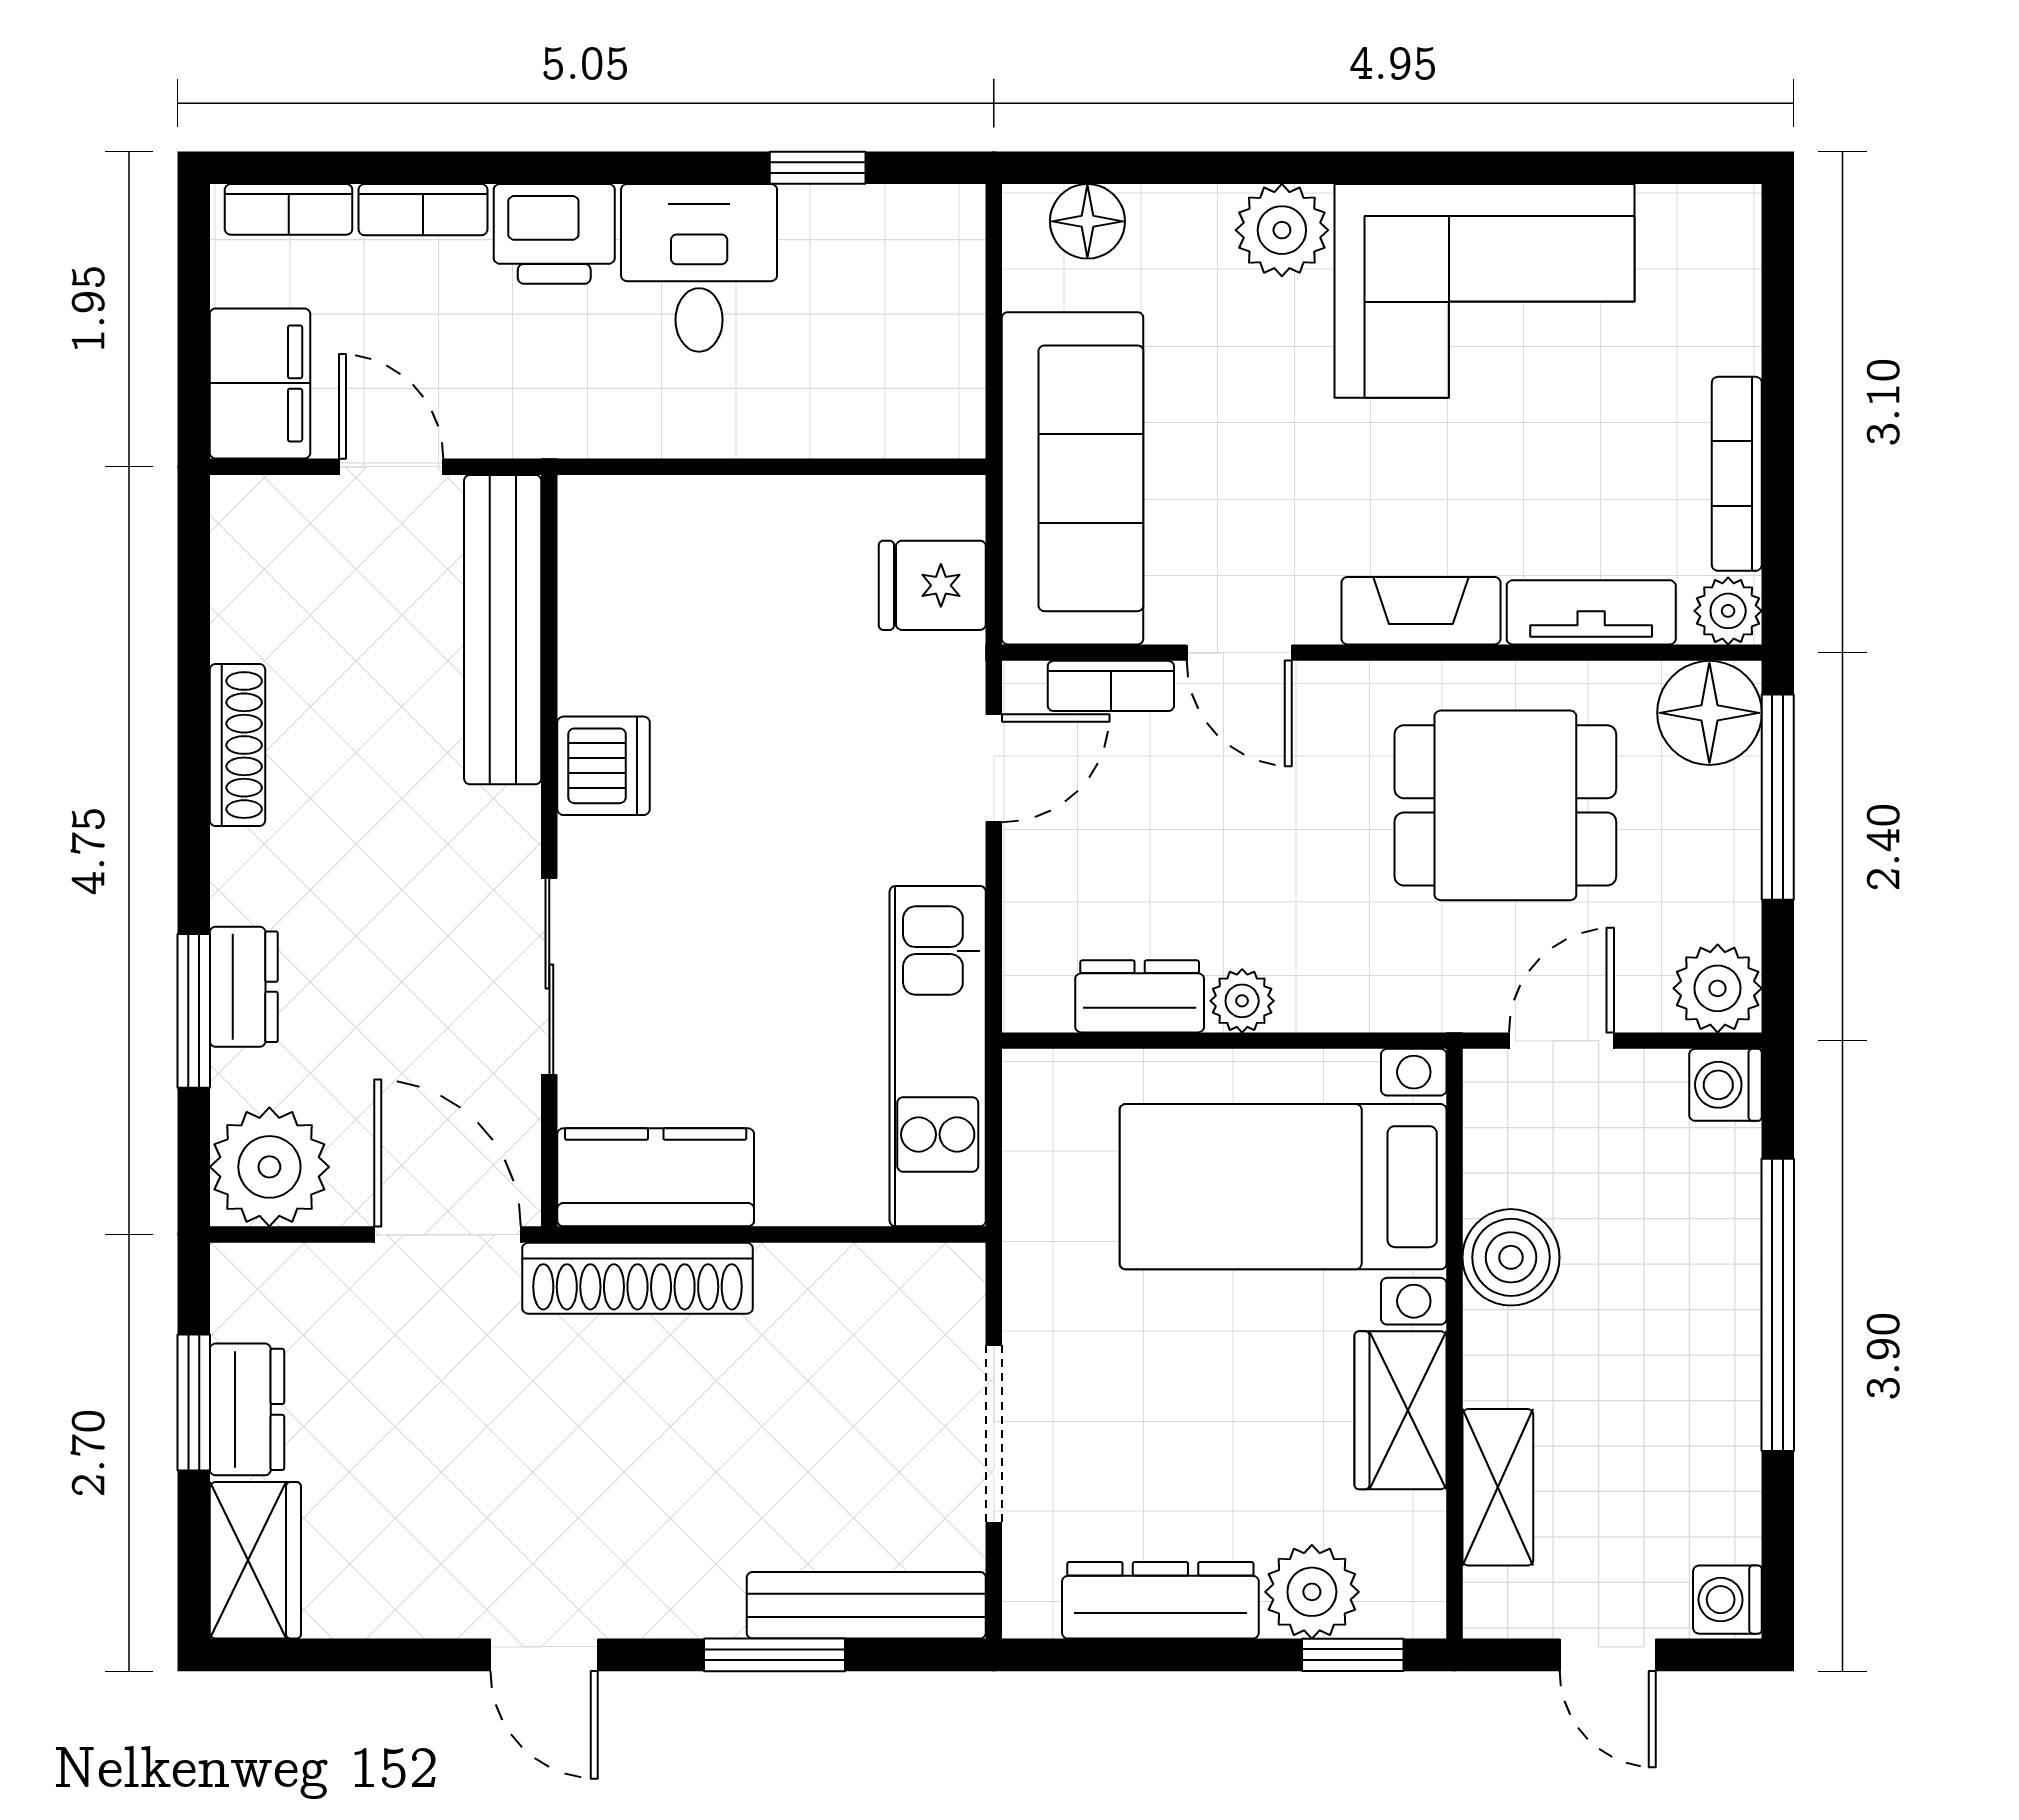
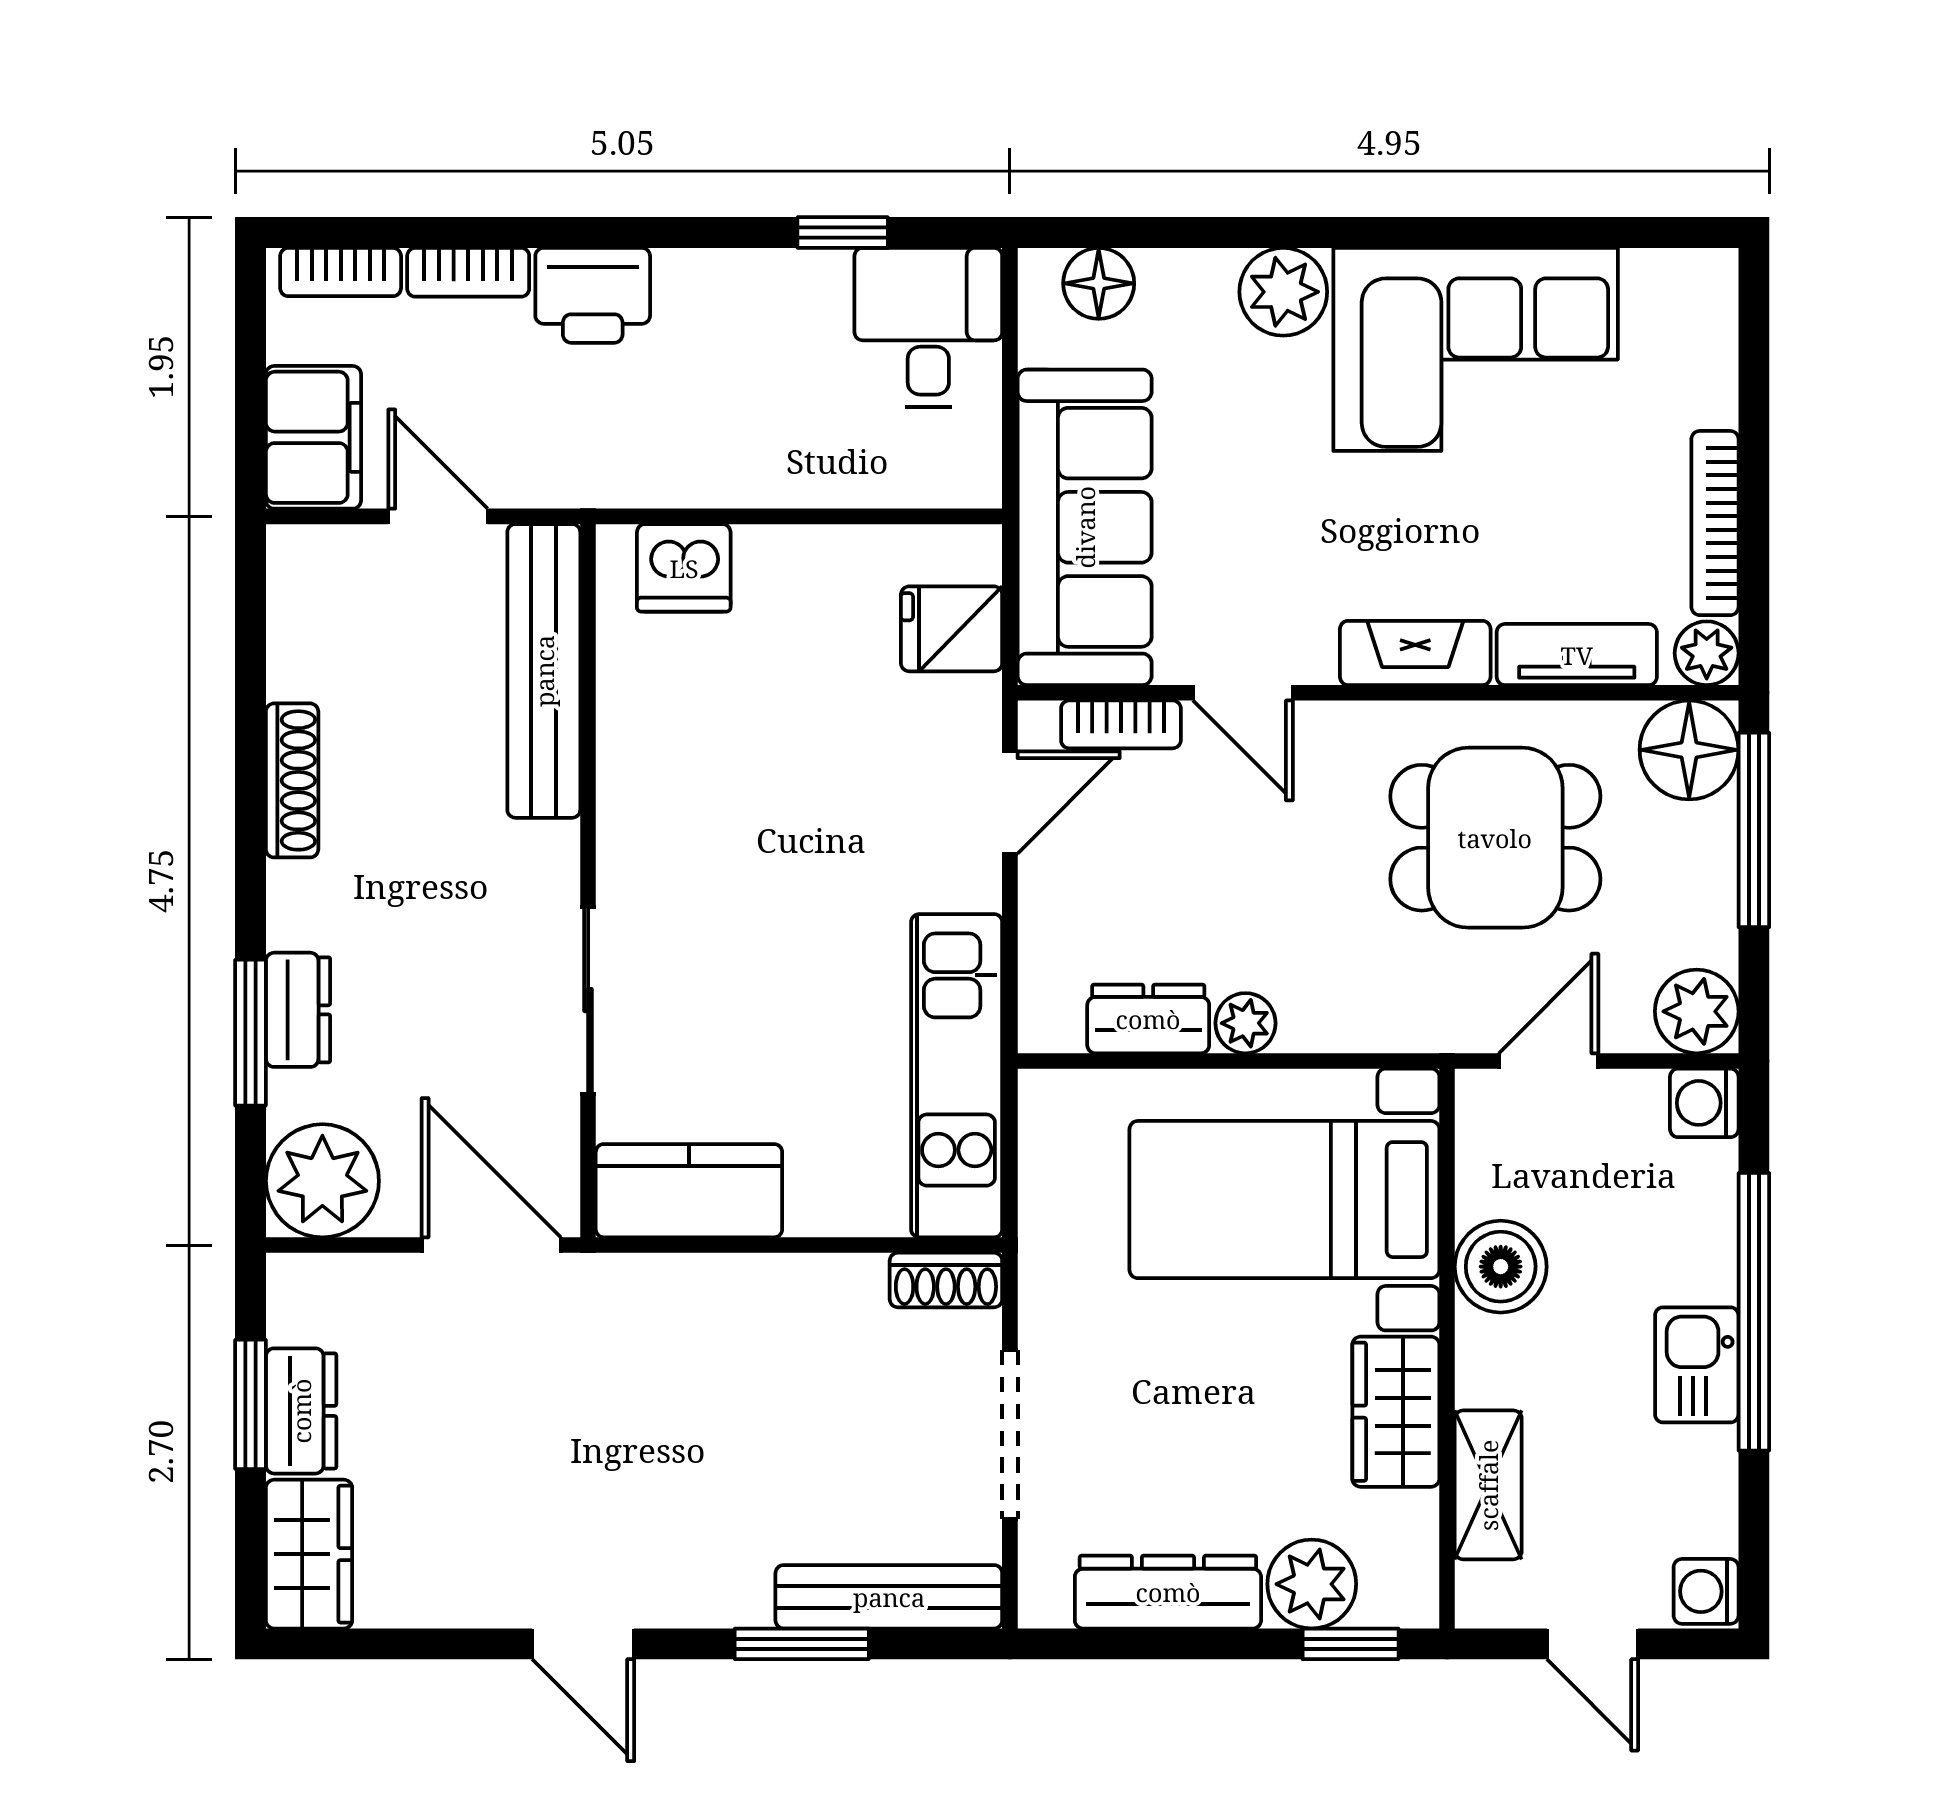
desk: (699, 268) -> (928, 328), moved
dishwasher: (604, 766) -> (684, 568), moved, turned 90
shoe rack: (637, 1278) -> (946, 1280), moved, width x0.51, depth x0.81
kitchen sink: (1718, 1361) -> (1697, 1365), added

